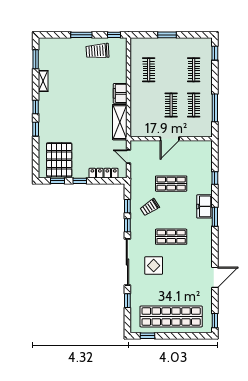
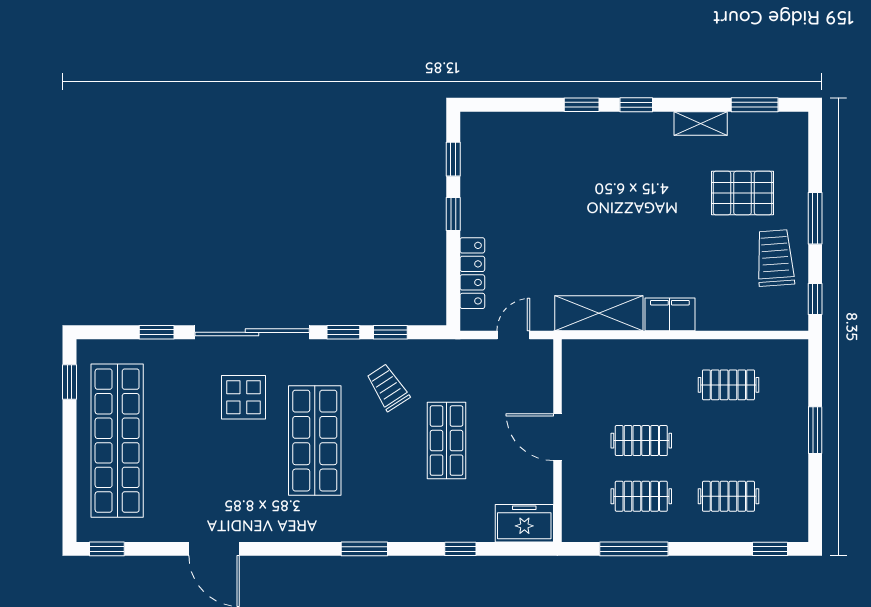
pallet: (59, 160) -> (743, 193), moved, width x0.73, depth x0.71
freezer: (204, 206) -> (524, 523), moved
shop shelf: (171, 237) -> (315, 441), width x1.43, depth x1.36

